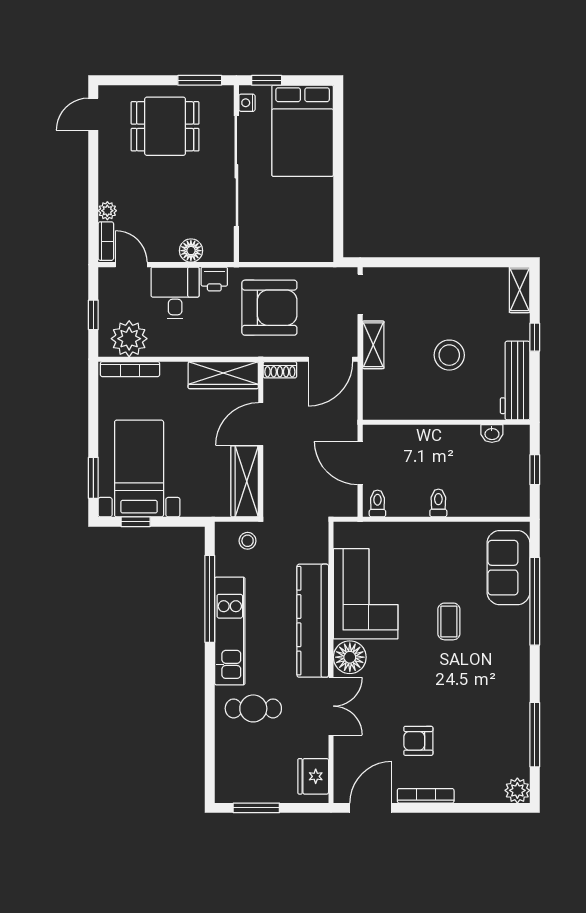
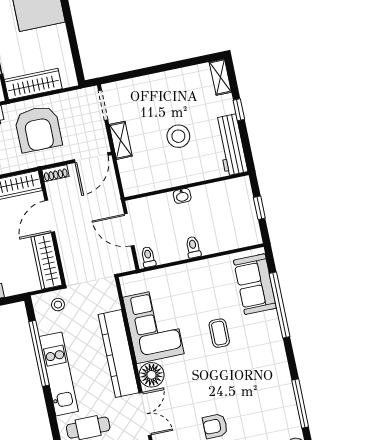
wardrobe: (275, 248) -> (33, 84), added
armchair: (269, 308) -> (38, 129), turned 90
washbasin: (492, 434) -> (182, 196), moved

